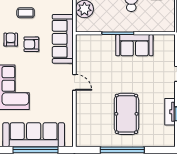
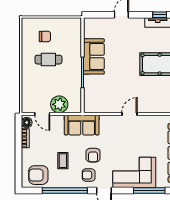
sofa: (63, 39) -> (82, 125), width x0.73

